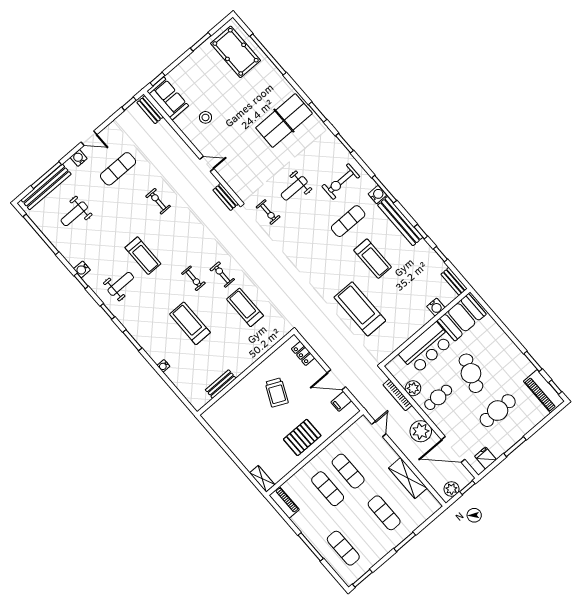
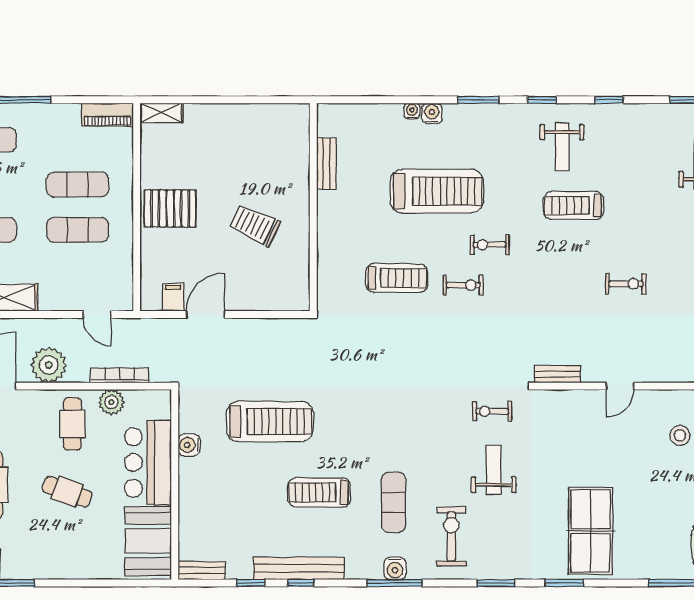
bench: (400, 221) -> (299, 568), moved
water cooler: (82, 269) -> (432, 113), moved
water cooler: (436, 307) -> (189, 445), moved
treadmill: (190, 323) -> (437, 191), width x1.37, depth x1.38
locker: (303, 353) -> (275, 301), removed
cafe table: (471, 373) -> (67, 492), width x0.73, depth x0.74
pallet: (302, 437) -> (170, 208), turned 90

